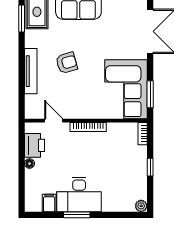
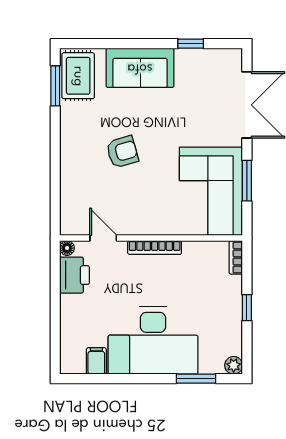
tv unit: (31, 71) -> (69, 164), removed
window: (150, 94) -> (247, 181), moved
floor lamp: (29, 164) -> (67, 248), moved
desk: (79, 195) -> (153, 341), width x1.36, depth x1.30
window: (77, 215) -> (196, 379), moved

